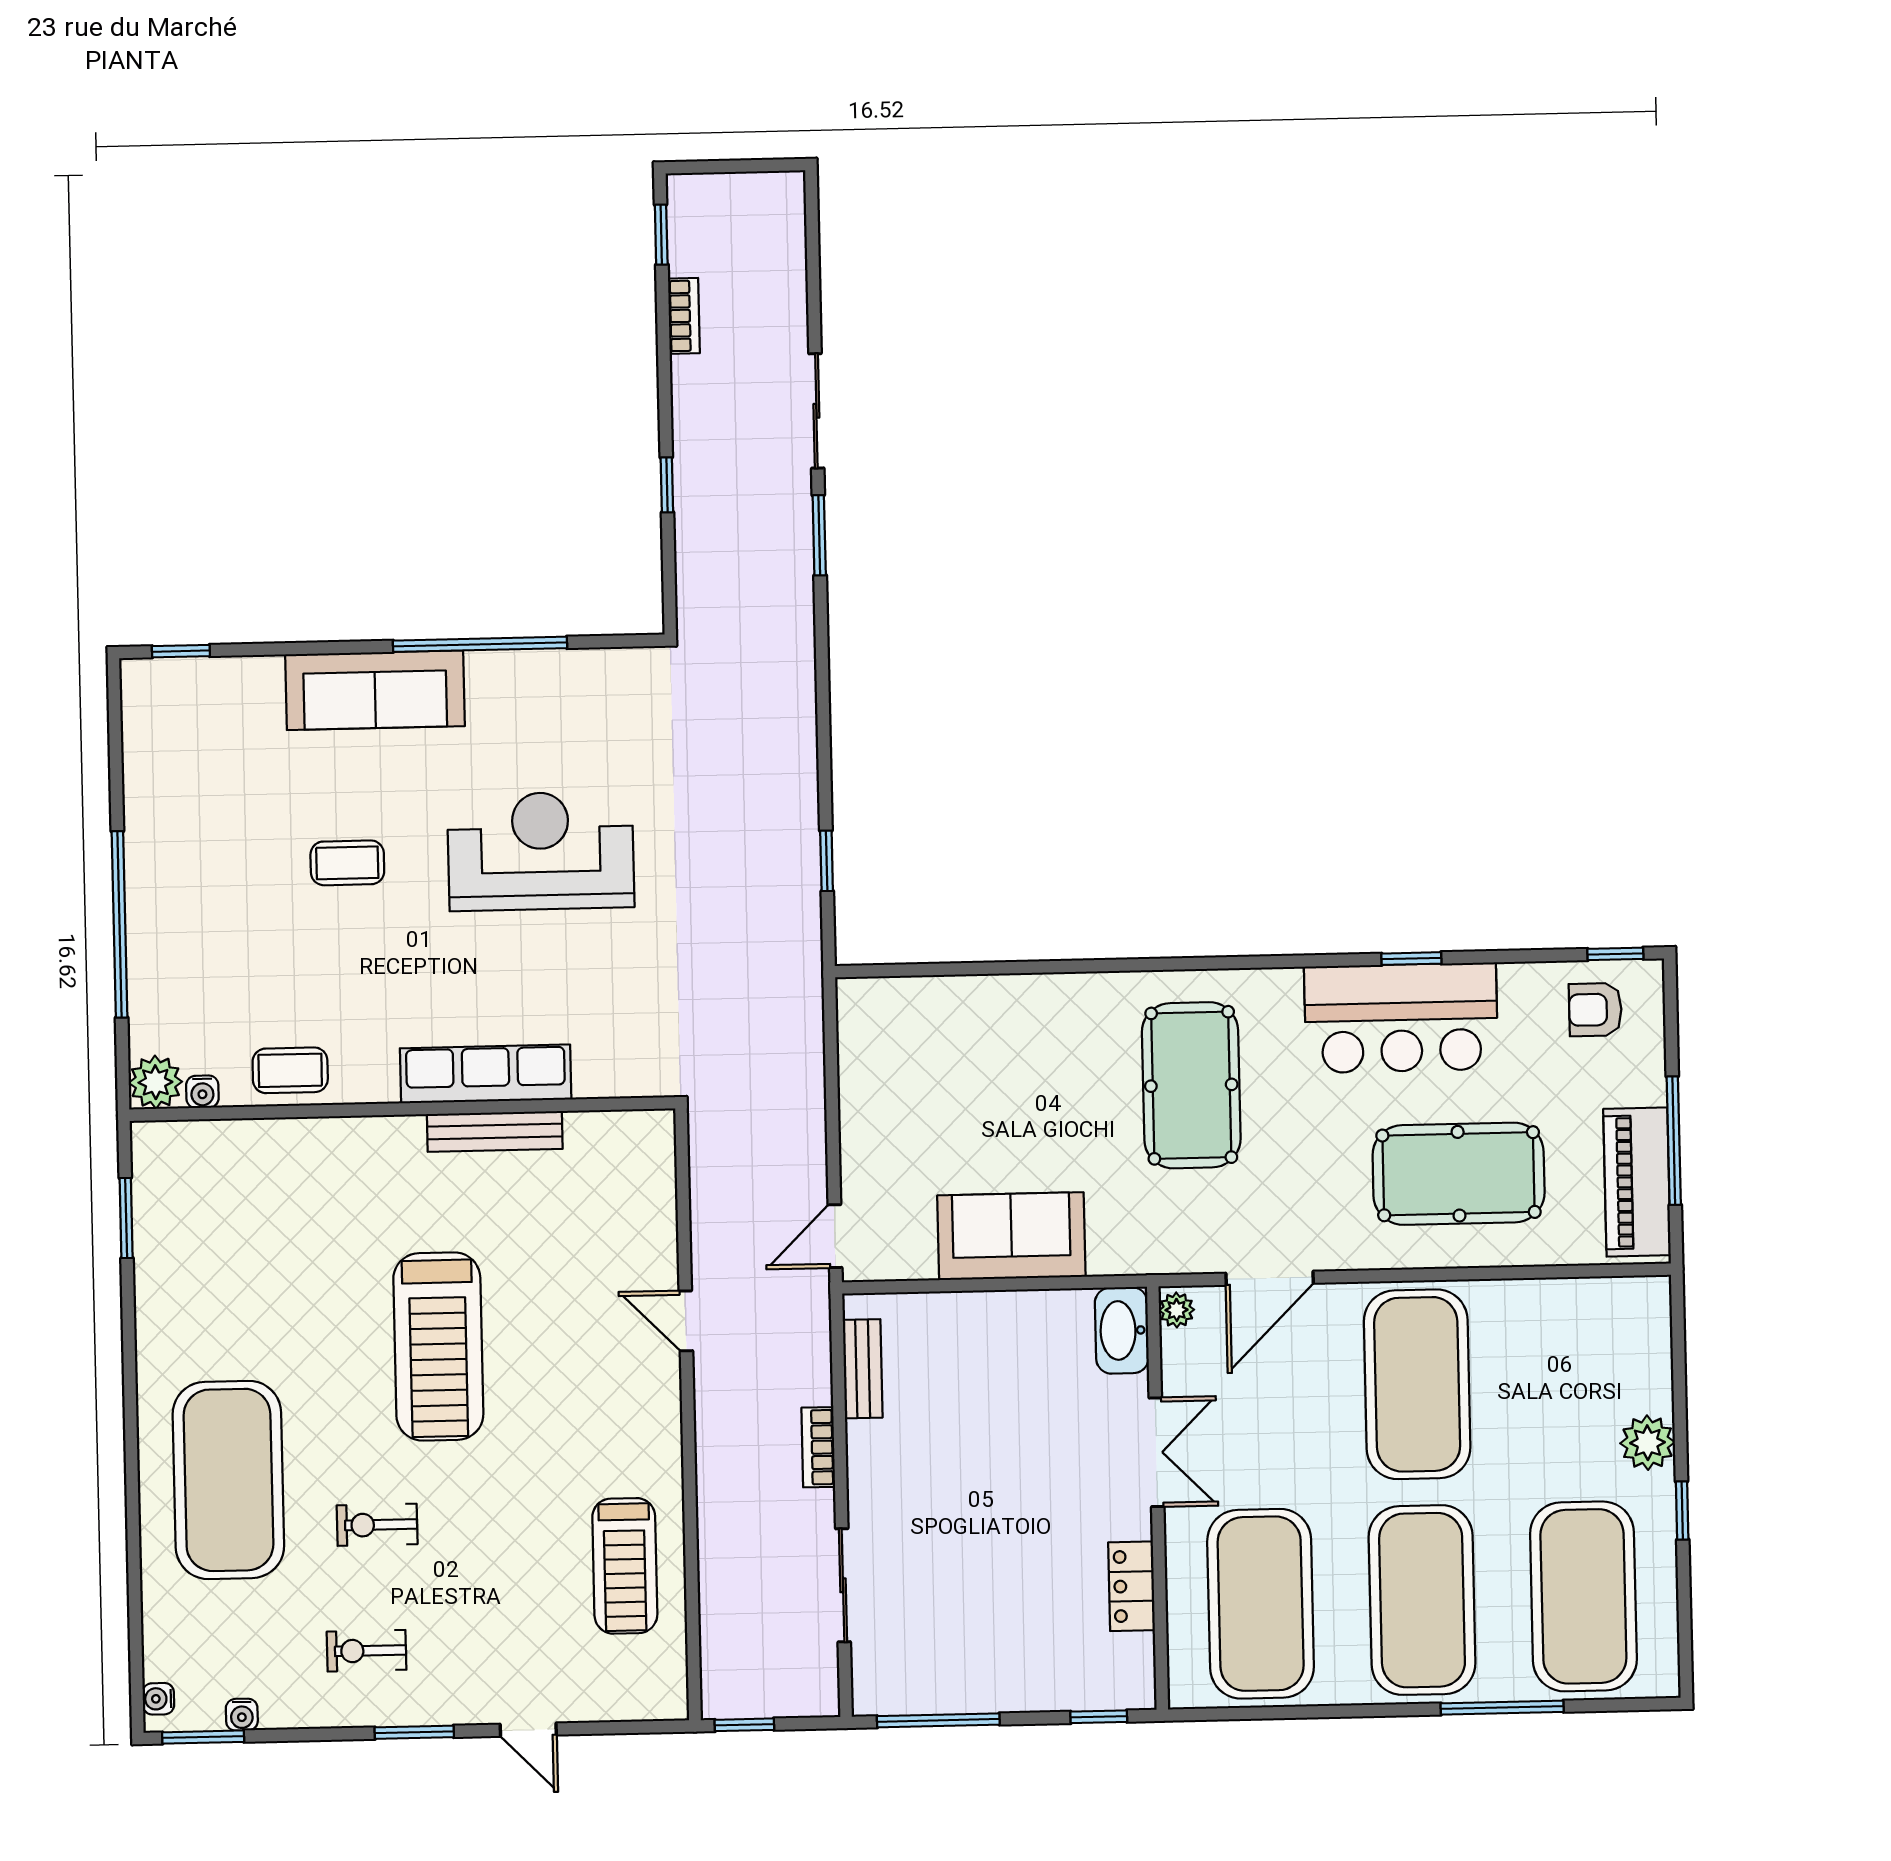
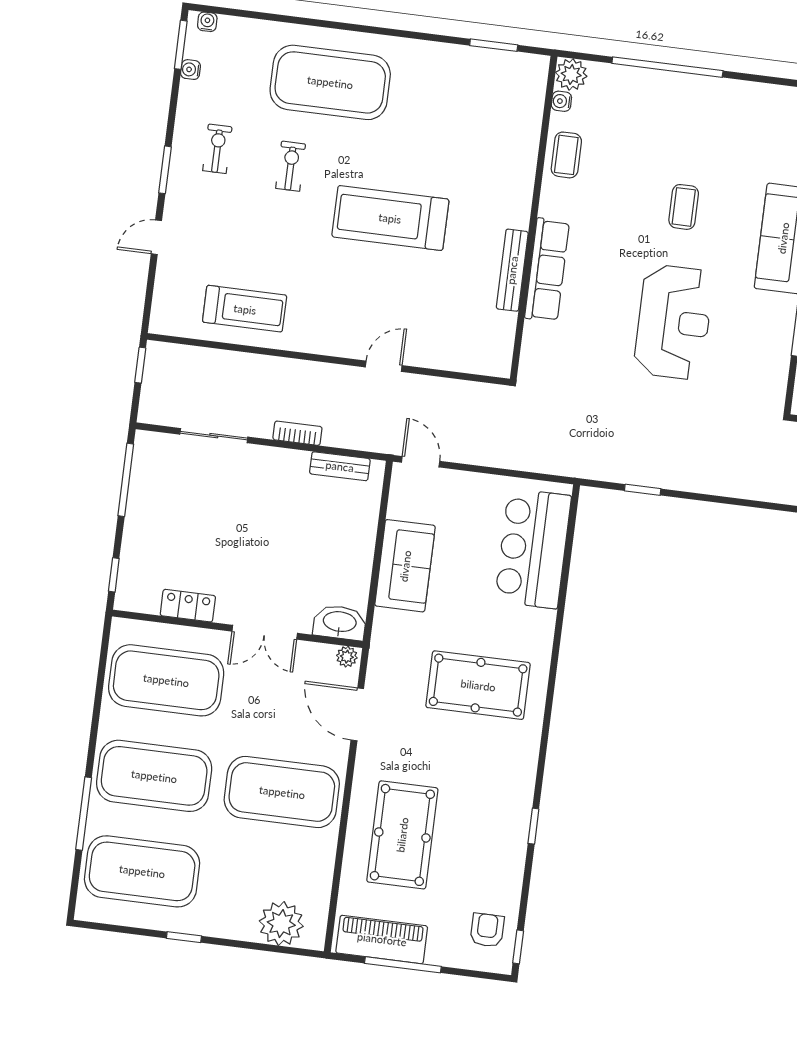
bar counter: (1401, 1018) -> (533, 549), moved
plant: (1648, 1443) -> (281, 924), moved, width x1.36, depth x1.36
treadmill: (625, 1566) -> (245, 309), turned 180

